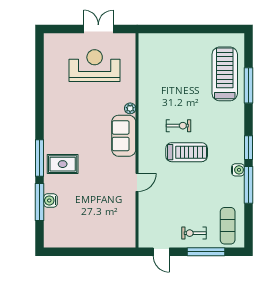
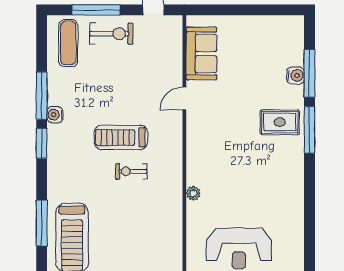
sofa: (124, 136) -> (201, 54), moved
exercise bike: (194, 233) -> (111, 34), width x1.38, depth x1.39

